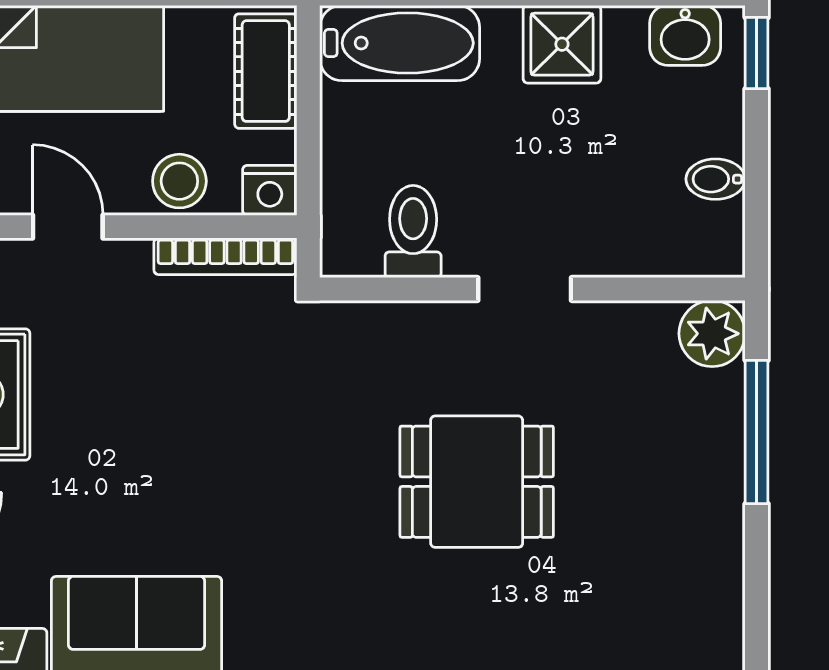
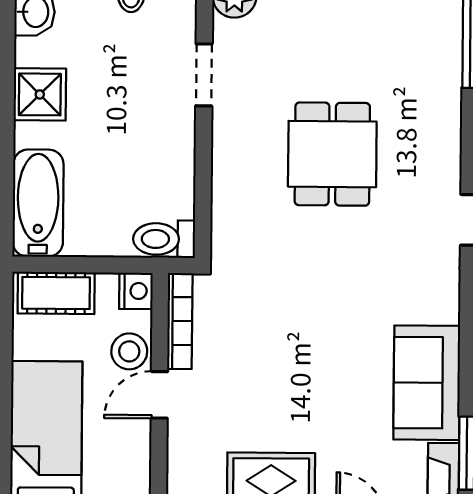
door: (68, 227) -> (159, 395), moved
toilet: (413, 232) -> (164, 239), moved
doorway: (525, 289) -> (204, 75), moved

